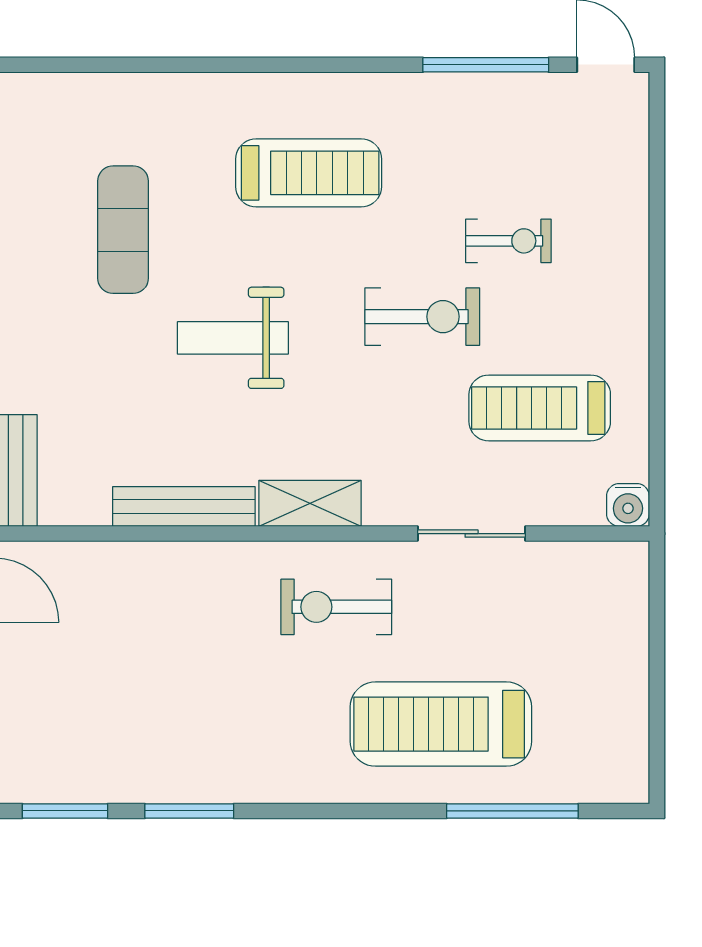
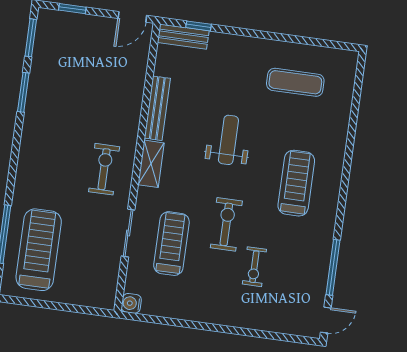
treadmill: (309, 173) -> (296, 183), turned 180
exercise mat: (123, 230) -> (295, 82), moved
exercise bike: (422, 317) -> (226, 224), turned 180
treadmill: (540, 408) -> (171, 244), moved
treadmill: (441, 724) -> (39, 250), moved

